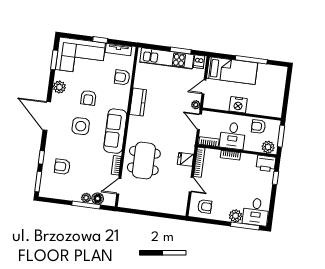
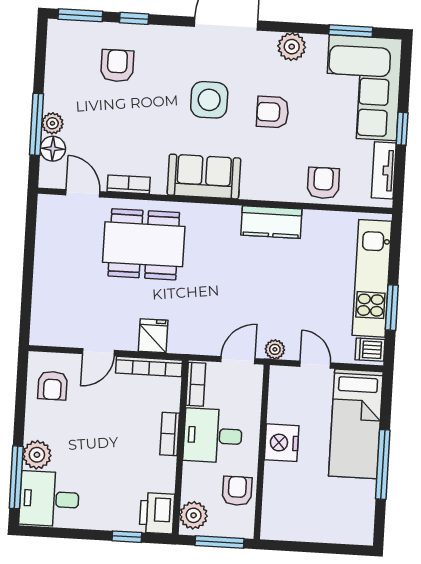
sofa: (115, 131) -> (204, 177), width x0.73

